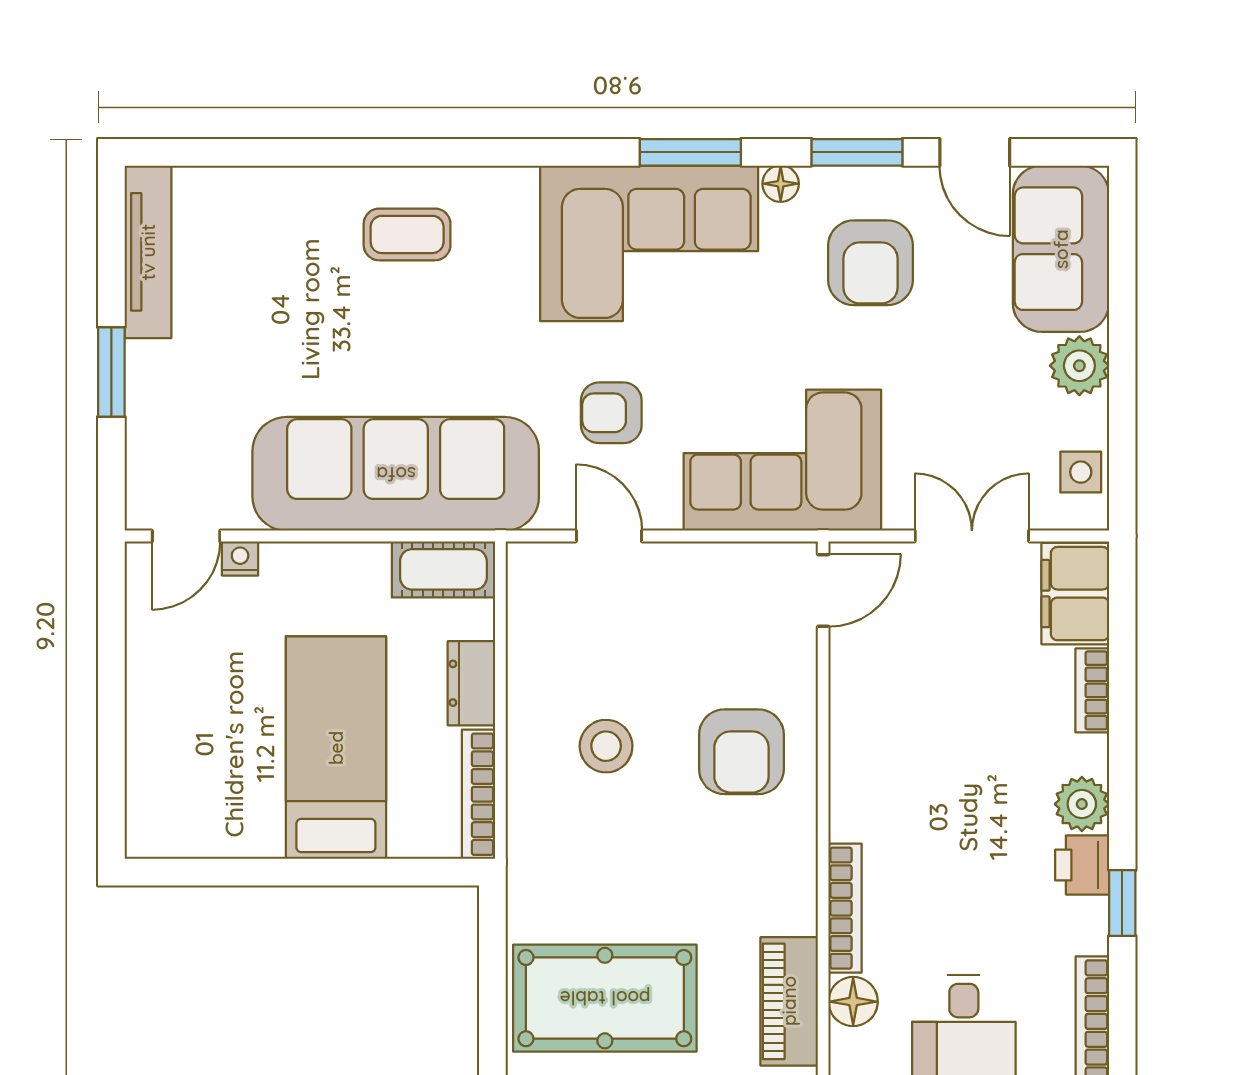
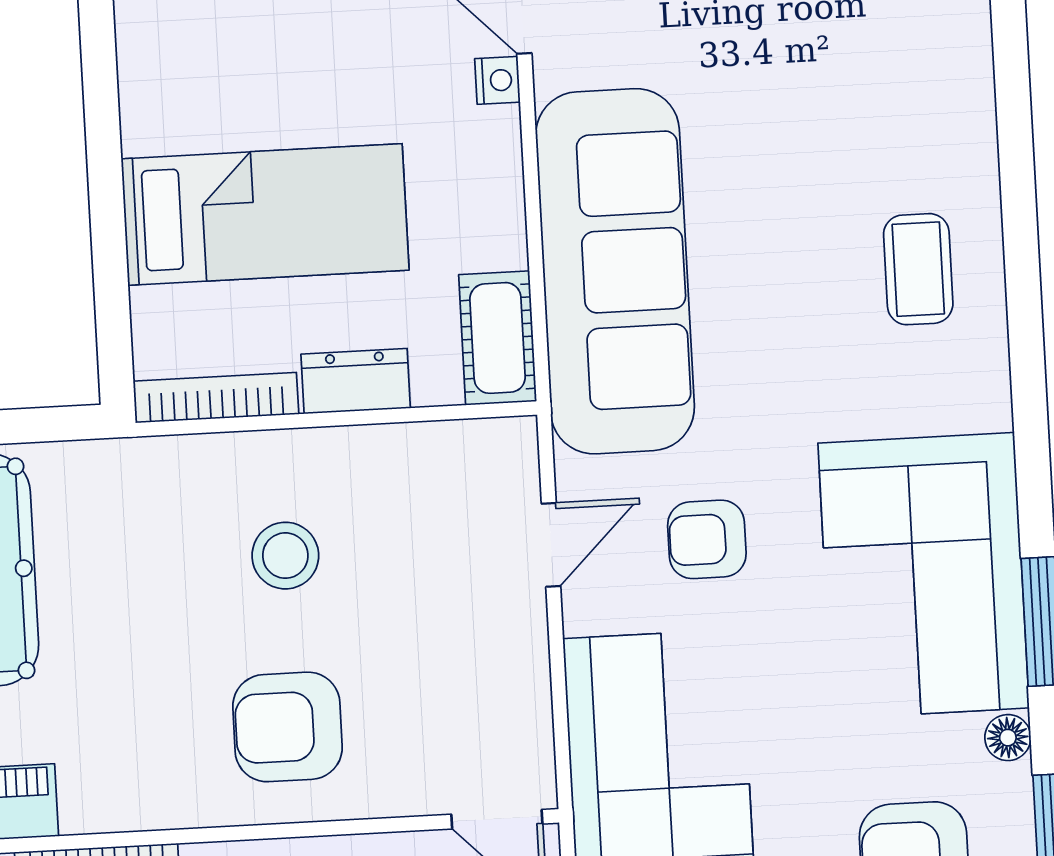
armchair: (611, 413) -> (707, 539), turned -90

